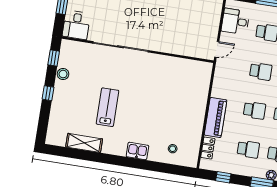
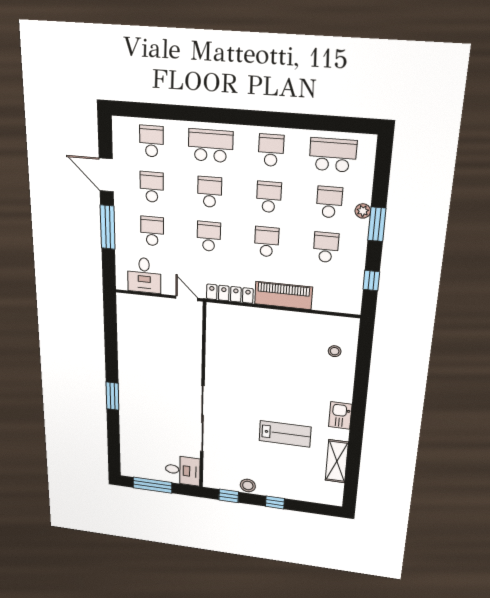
lab bench: (107, 107) -> (285, 434), turned 180
locker: (208, 148) -> (230, 294), moved, width x1.53
kitchen sink: (137, 151) -> (340, 415), moved

